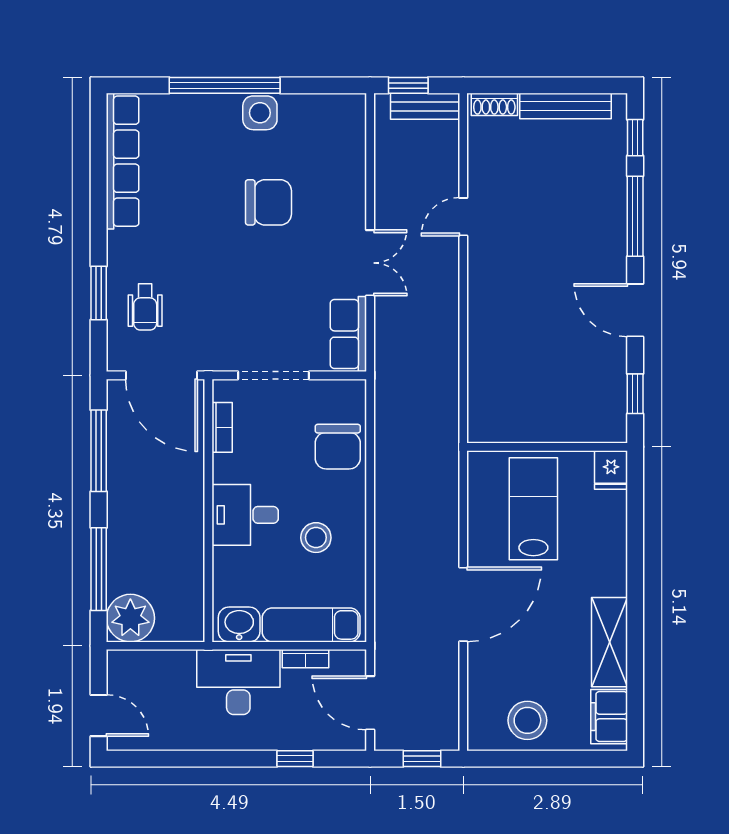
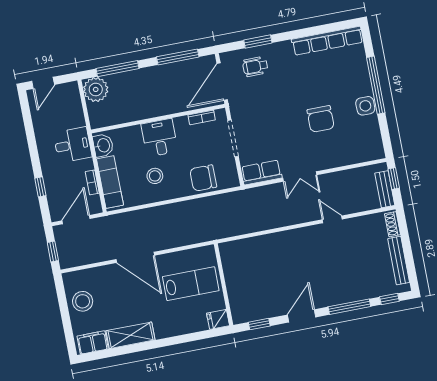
desk: (238, 682) -> (73, 145), width x0.73

